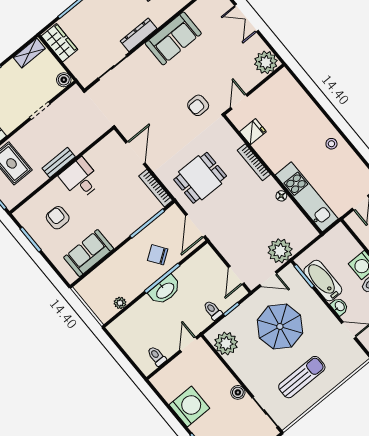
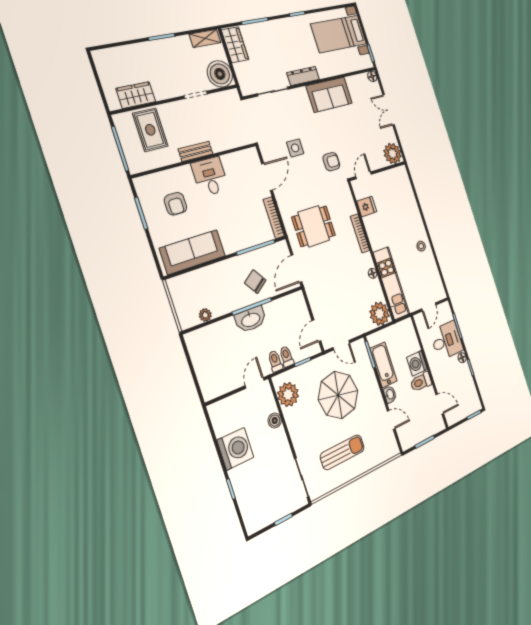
boiler: (64, 80) -> (220, 74), width x1.86, depth x1.86
armchair: (198, 105) -> (331, 162), turned 180
side table: (155, 111) -> (295, 148), added
armchair: (58, 218) -> (175, 204), turned 180
plant: (280, 251) -> (380, 314), moved
sofa: (89, 253) -> (193, 252), width x1.36
toilet: (157, 356) -> (275, 361), moved
boiler: (238, 392) -> (275, 421), moved

